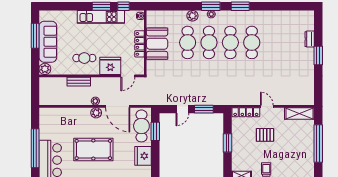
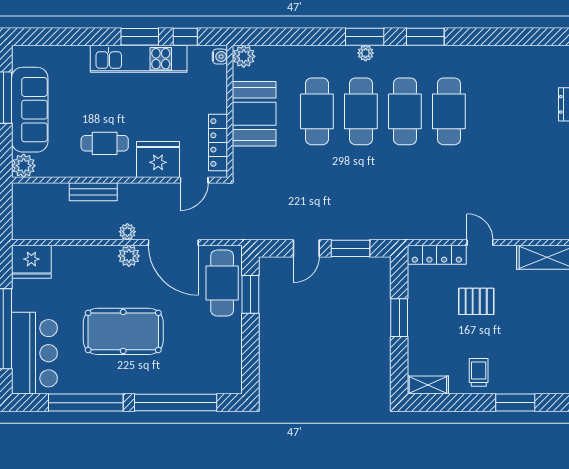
plant: (192, 16) -> (244, 56), moved
locker: (139, 44) -> (218, 142), moved
fridge: (143, 156) -> (31, 262), moved, turned -90

